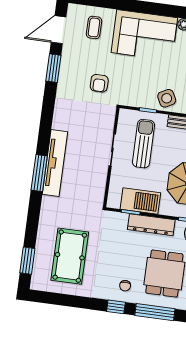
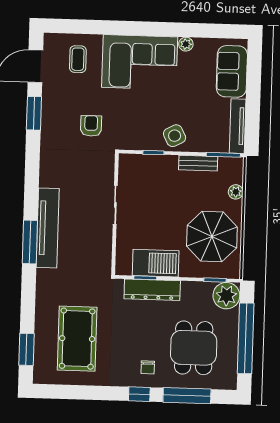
armchair: (99, 83) -> (91, 126), turned 180
sun lounger: (143, 144) -> (152, 193), removed
dresser: (151, 225) -> (152, 290), moved

